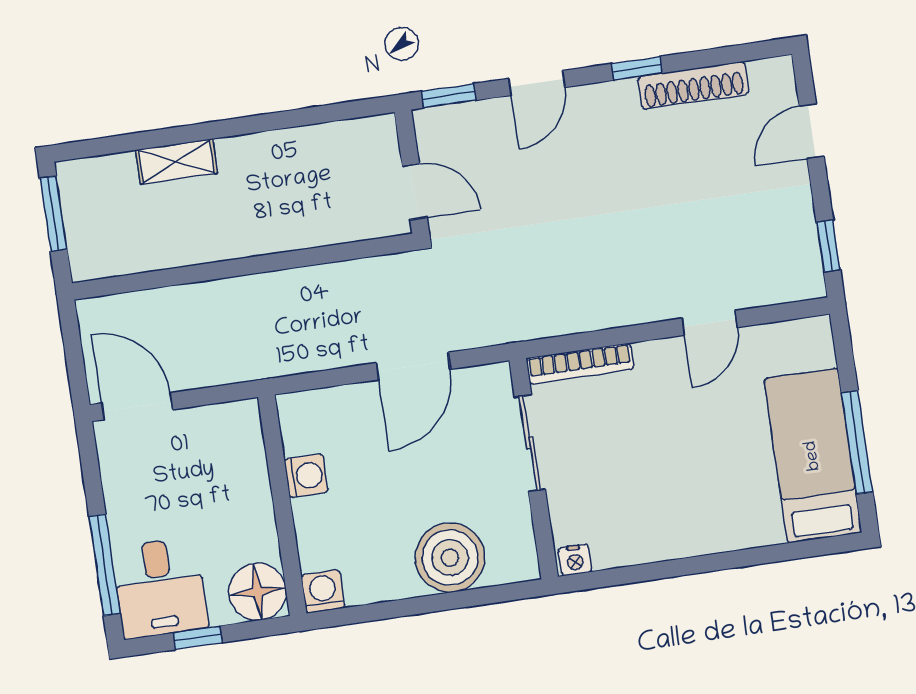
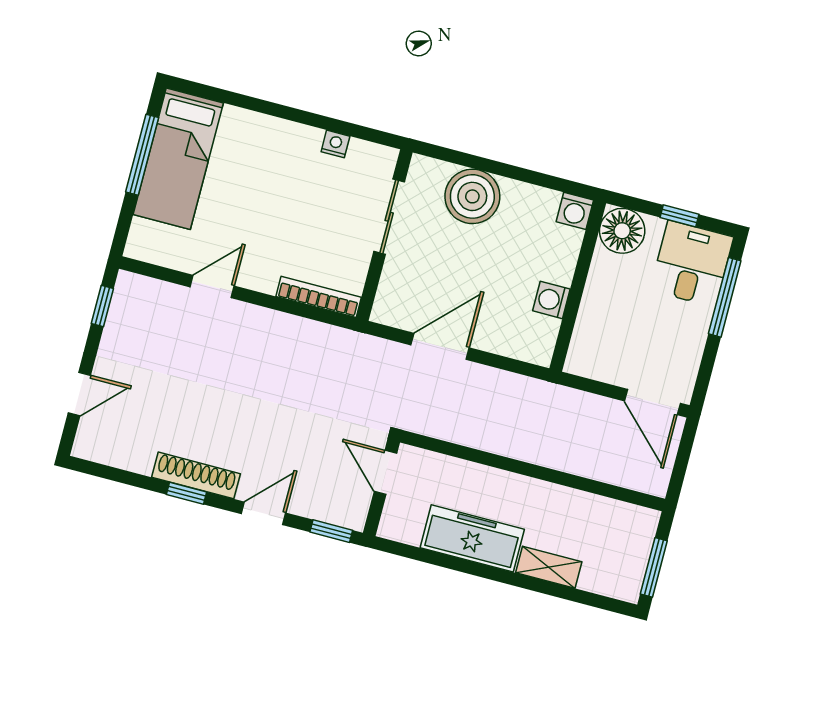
shoe rack: (693, 85) -> (196, 475), moved
freezer: (280, 157) -> (472, 538), added
sliding door: (530, 443) -> (389, 217), moved
nightstand: (575, 560) -> (335, 144), moved

